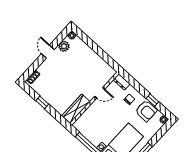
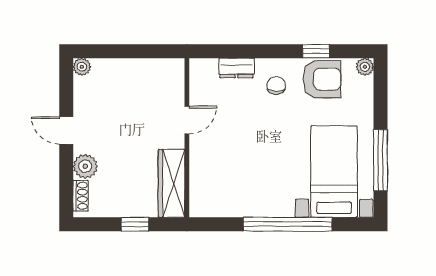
plant: (64, 46) -> (85, 166), moved
door: (100, 93) -> (187, 120), moved
wall: (94, 99) -> (187, 138), moved
wardrobe: (76, 109) -> (172, 183), moved

